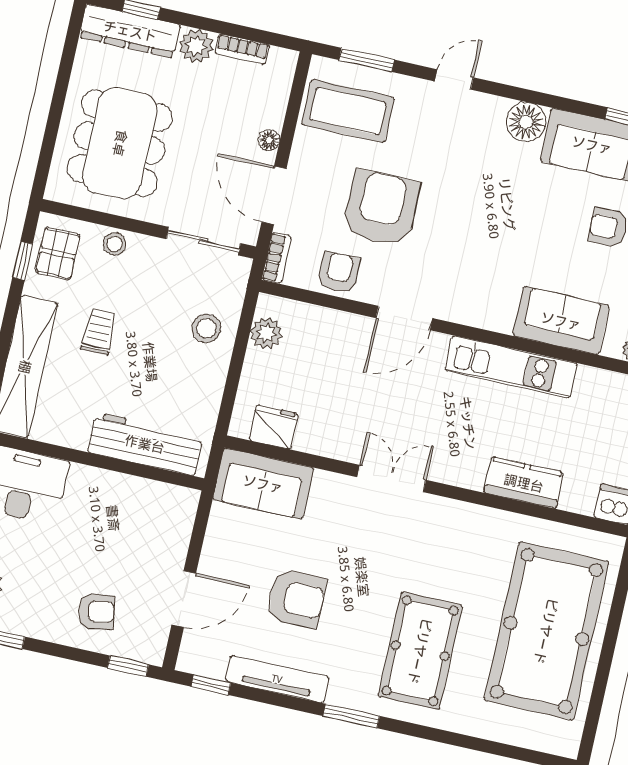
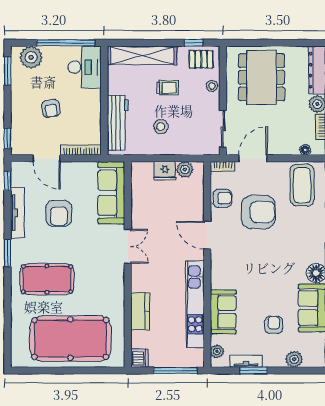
floor lamp: (269, 140) -> (305, 150), moved
dining table: (120, 143) -> (262, 77), turned 90
stool: (206, 328) -> (161, 127), moved
kitchen unit: (511, 367) -> (195, 304), width x1.36
fridge: (274, 427) -> (165, 171), moved, turned 90
sofa: (263, 484) -> (111, 193), width x1.36
bookcase: (183, 528) -> (81, 150), added
armchair: (96, 612) -> (51, 108), moved

